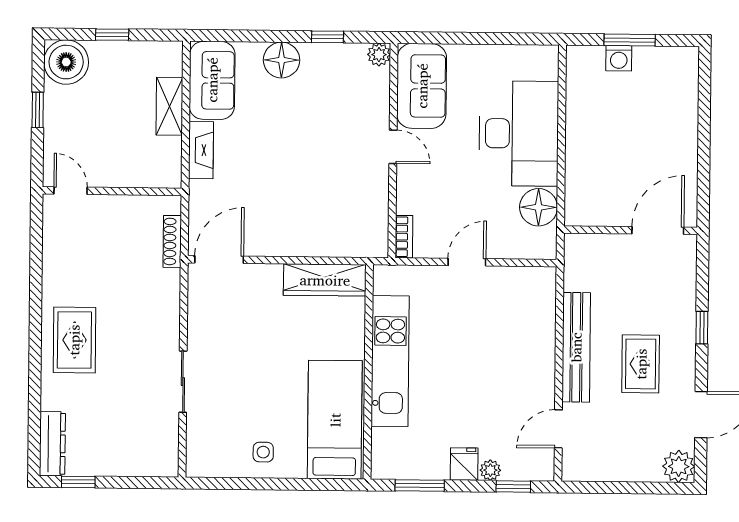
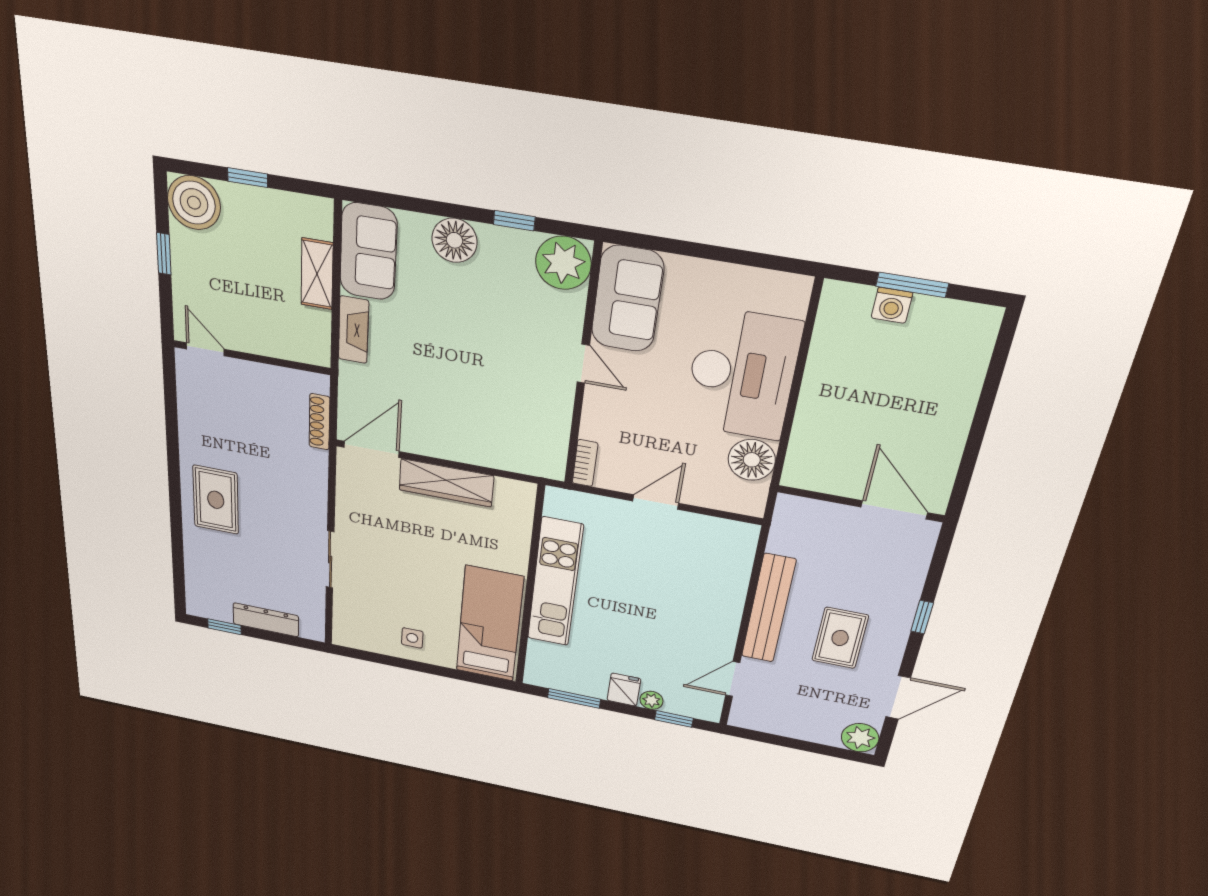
plant: (379, 55) -> (563, 263), width x1.88, depth x1.88
door: (658, 230) -> (894, 510), hinge flipped
wardrobe: (325, 280) -> (446, 483), moved
dresser: (52, 444) -> (266, 620), moved, turned -90

